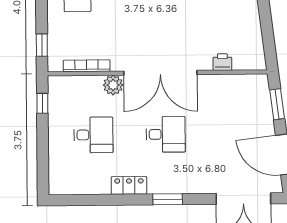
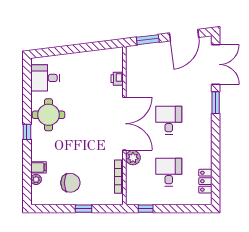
window: (42, 45) -> (83, 209), moved
locker: (129, 185) -> (205, 181), moved
window: (168, 199) -> (216, 103), moved

